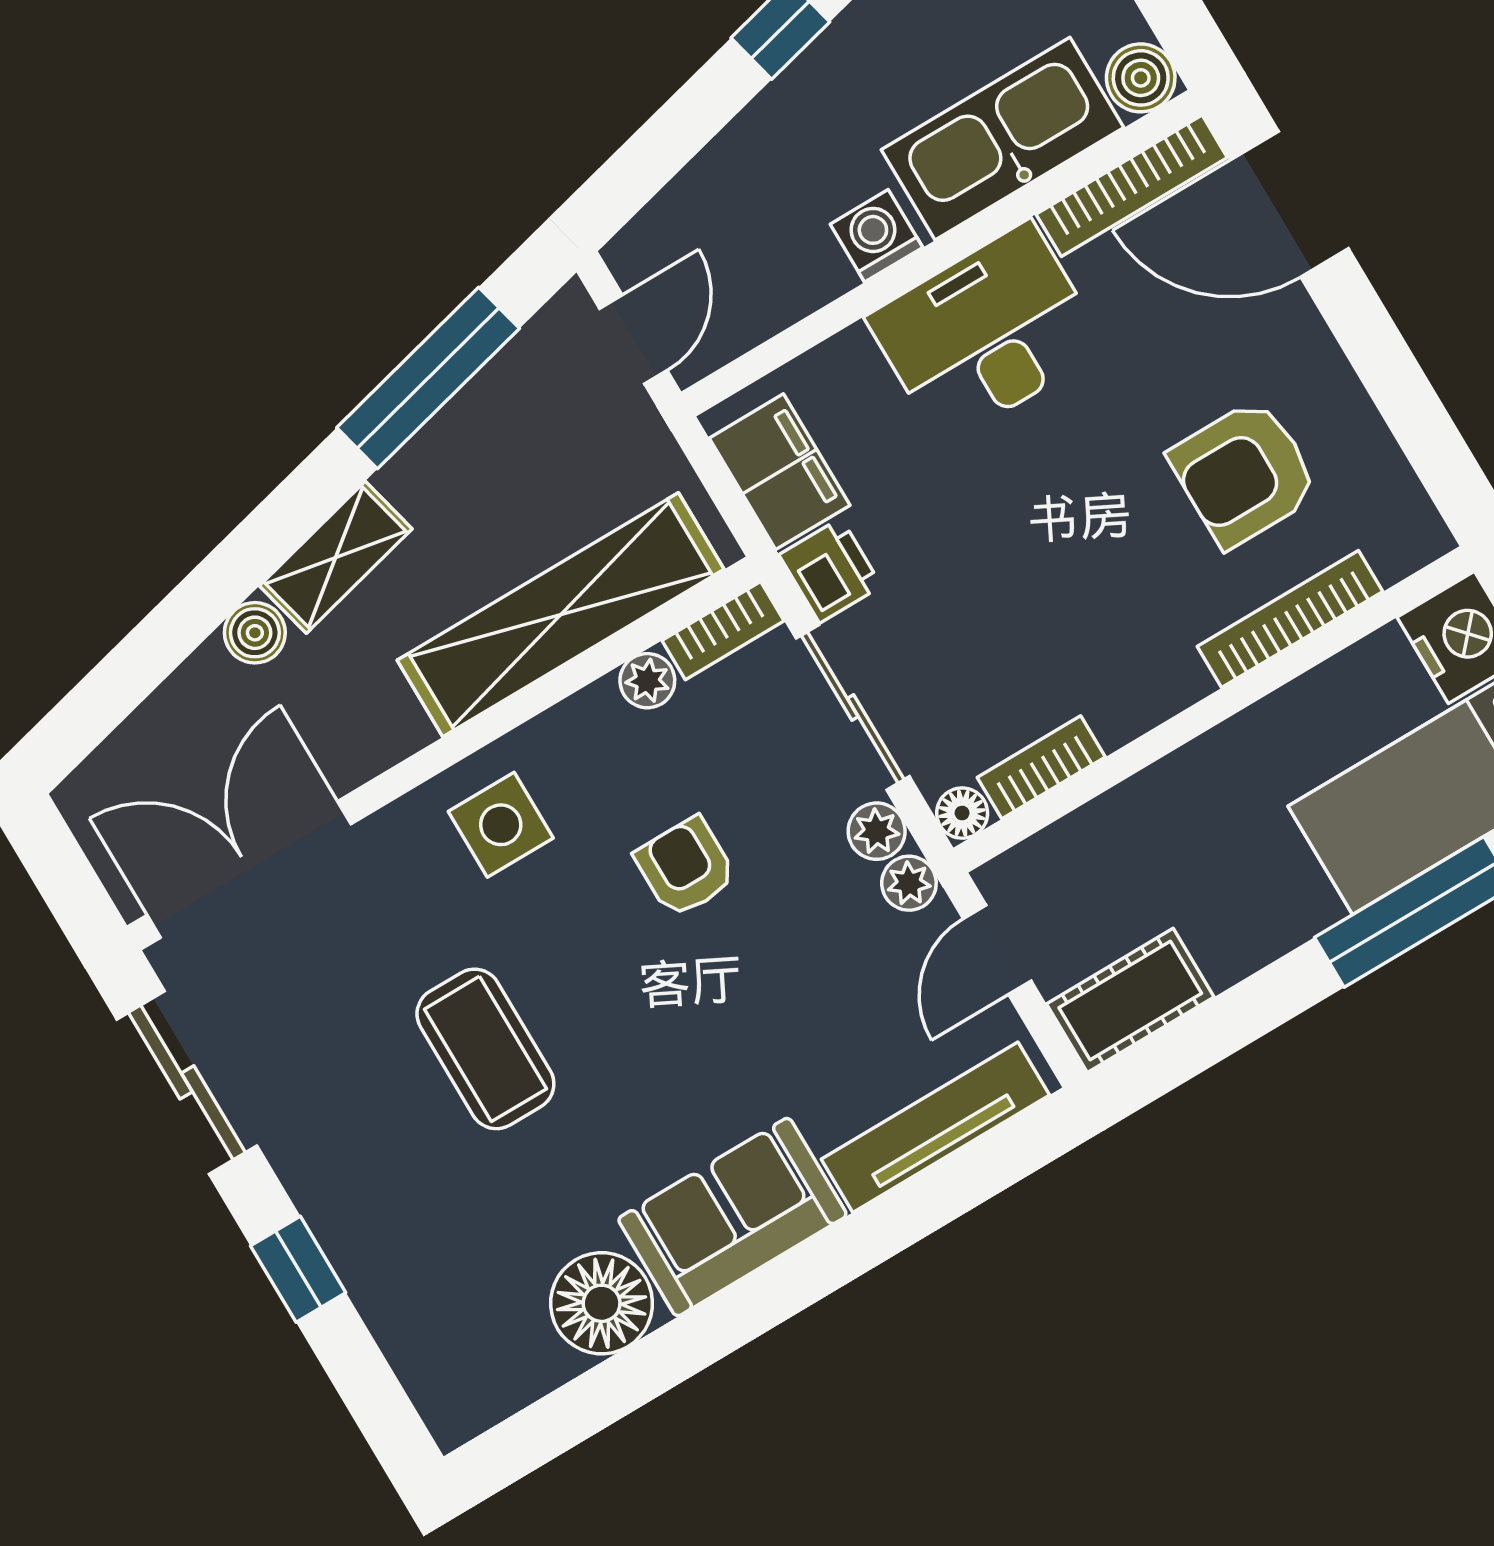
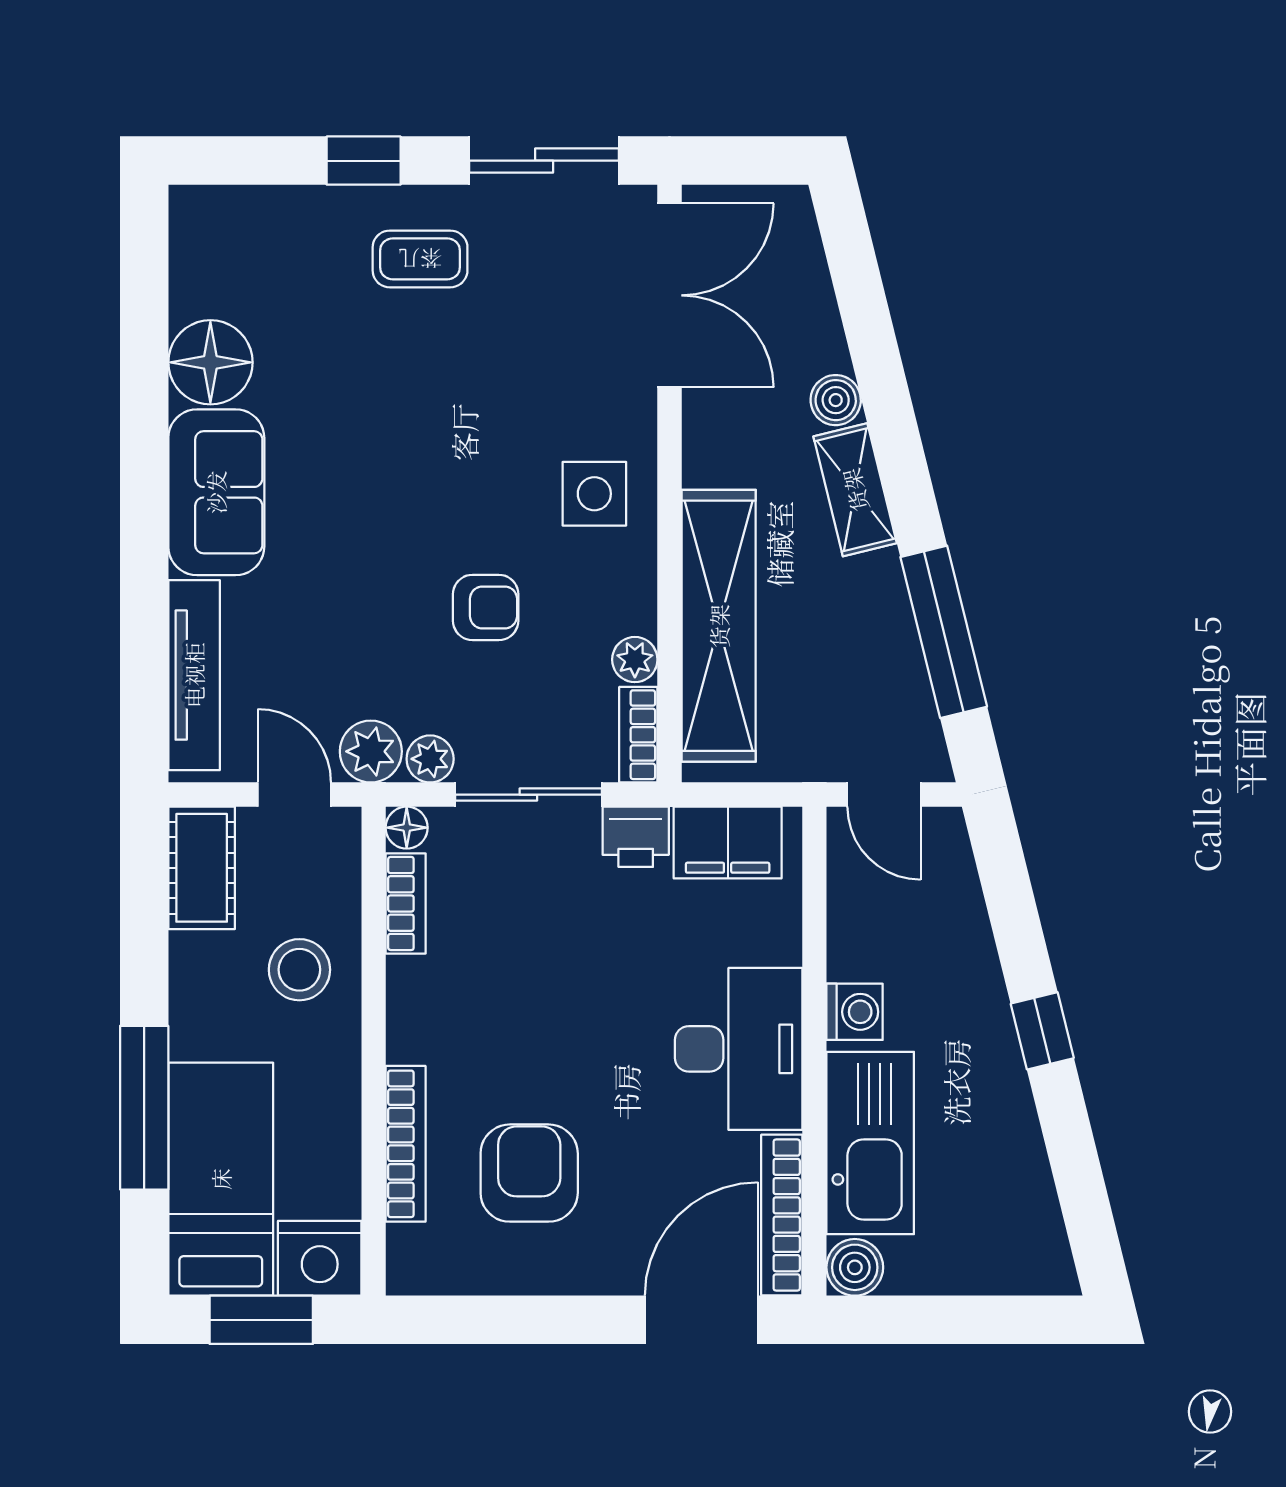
stool: (1175, 836) -> (299, 970), added
plant: (909, 883) -> (371, 751), width x1.38, depth x1.38
coffee table: (485, 1049) -> (420, 259), moved, width x0.73, depth x0.77

